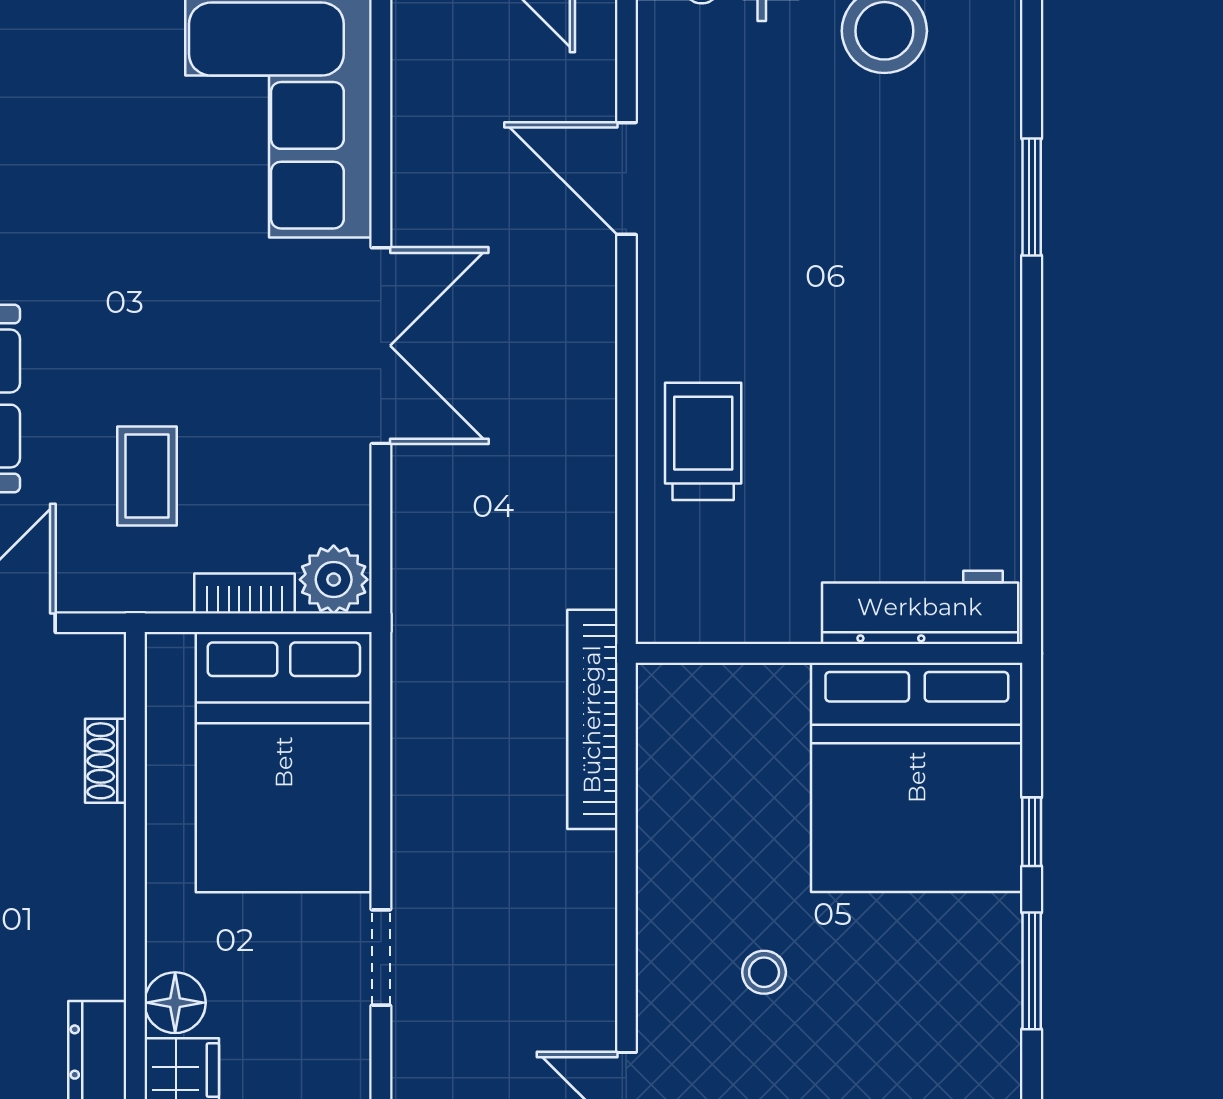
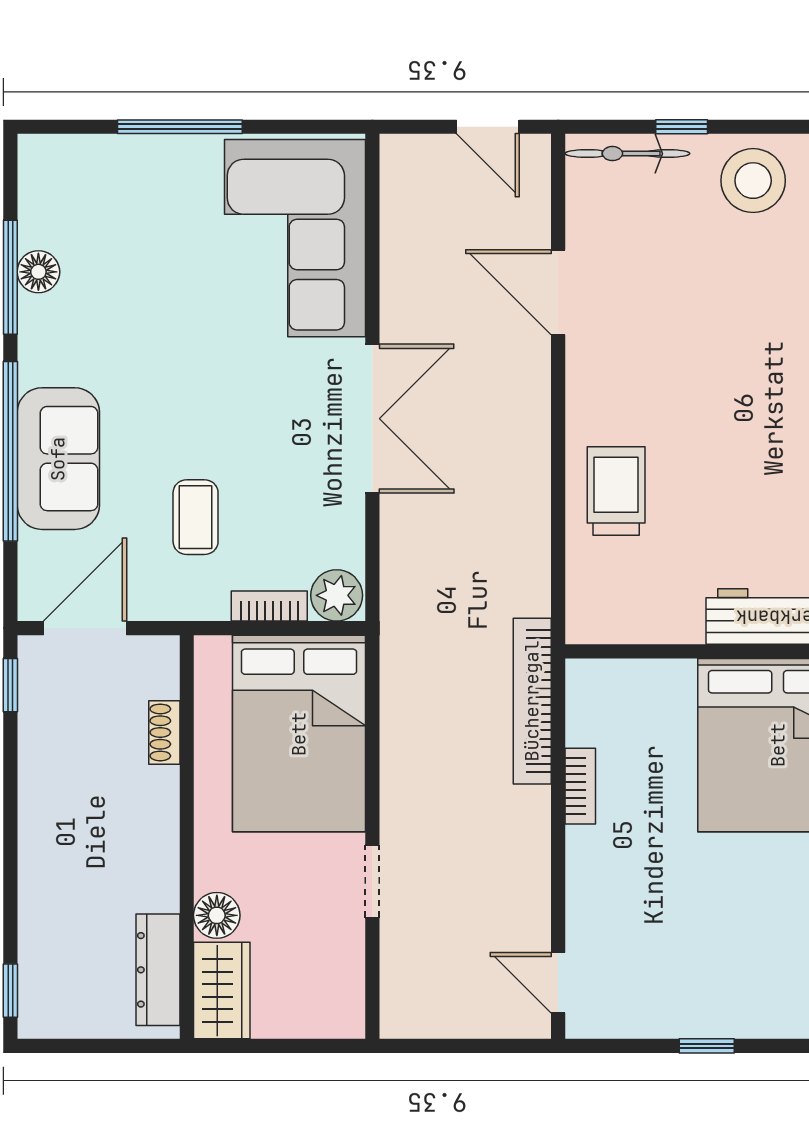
bookcase: (656, 832) -> (580, 786), added
stool: (764, 972) -> (662, 892), removed

